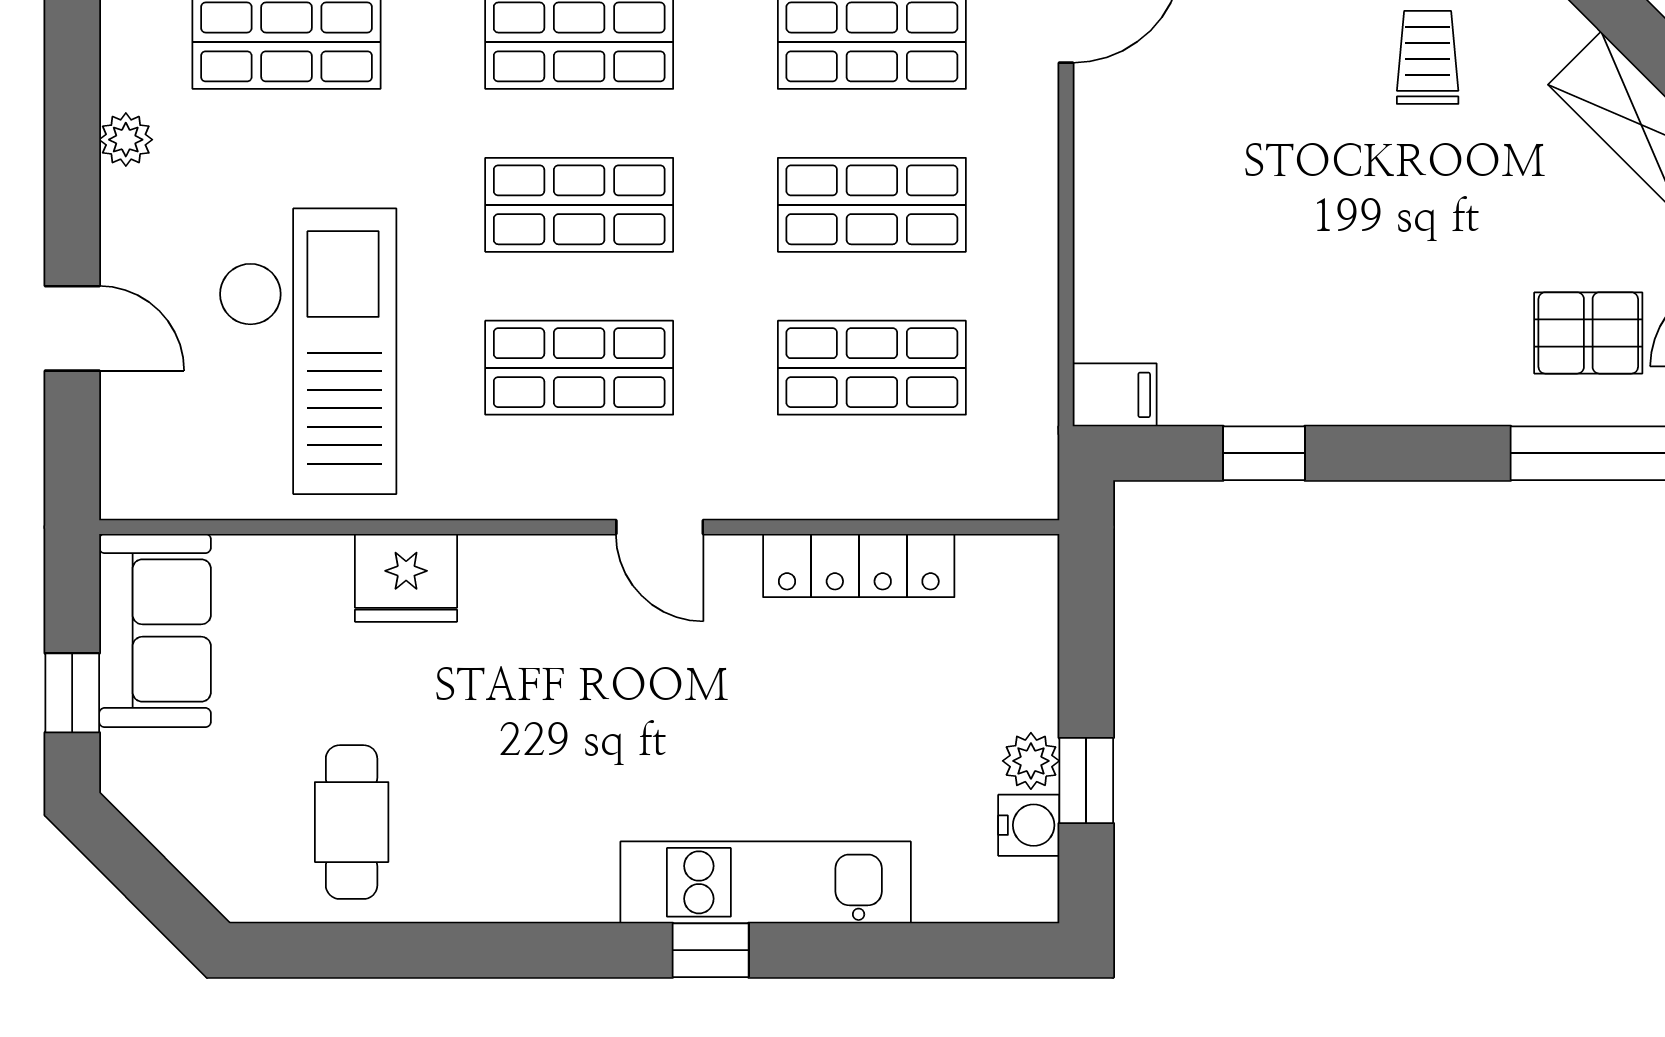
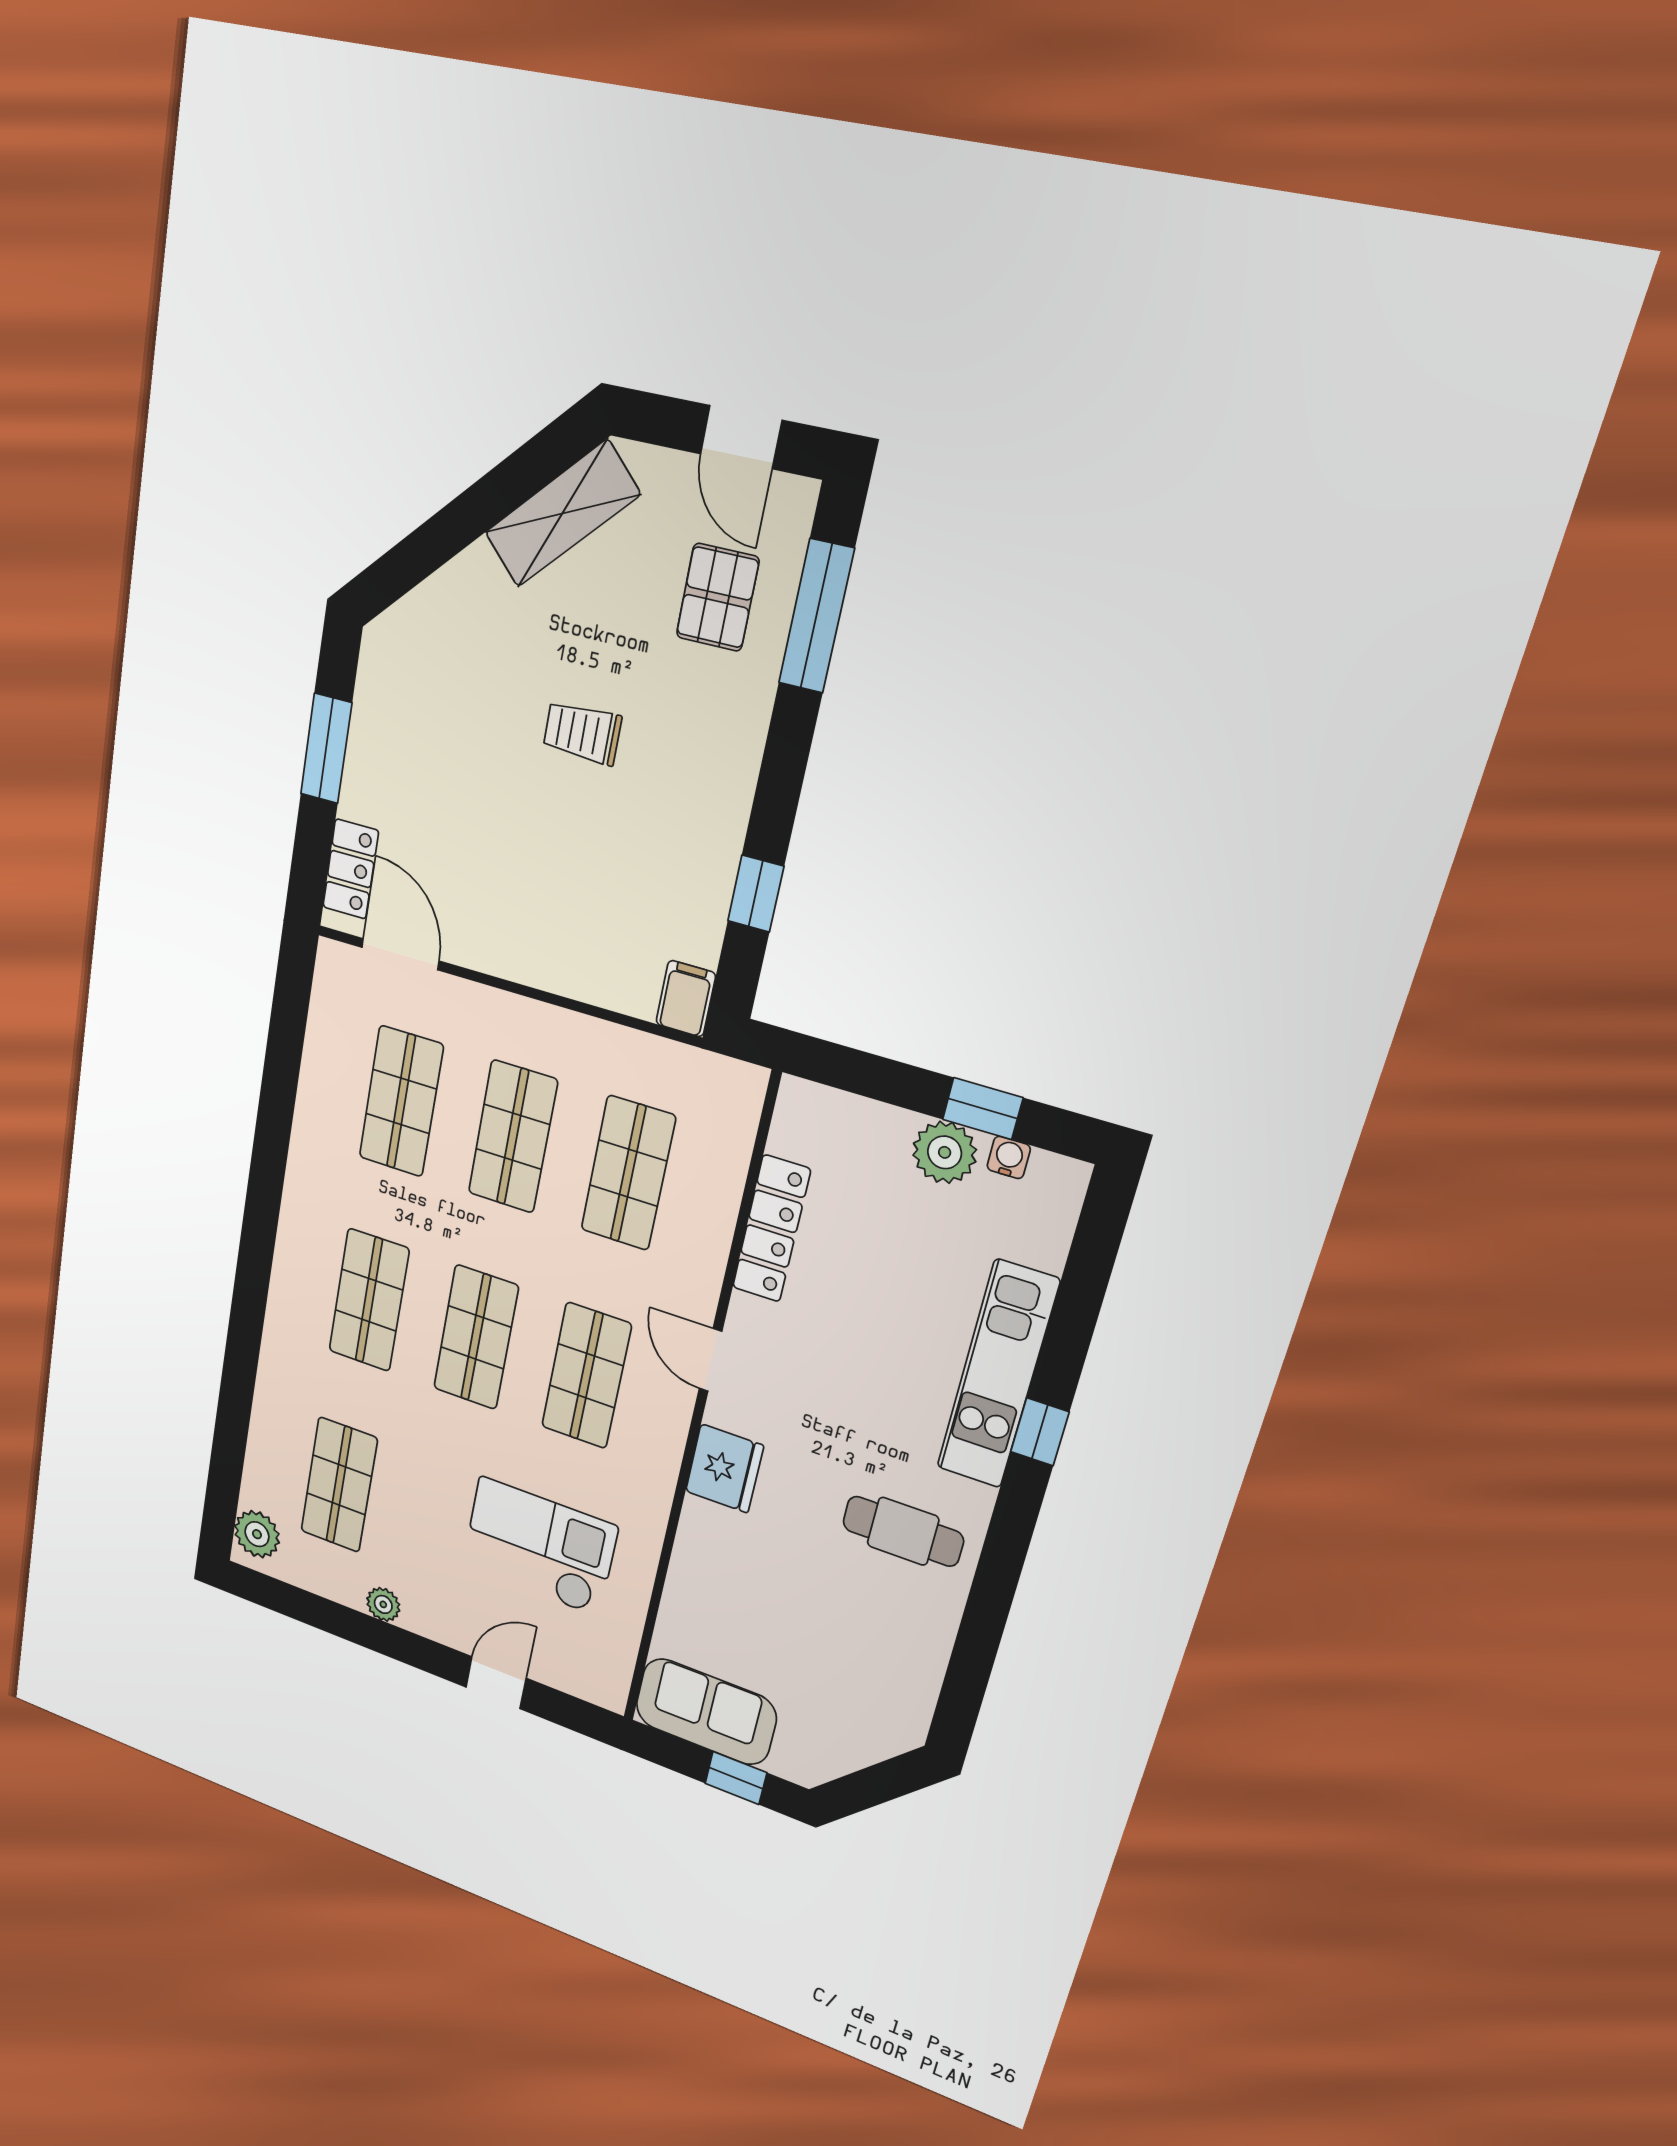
trolley: (1428, 57) -> (582, 733), moved
checkout: (307, 351) -> (539, 1546), width x0.73, depth x0.83
door: (660, 527) -> (710, 1360), swing flipped
fridge: (406, 578) -> (724, 1468), moved
plant: (1031, 761) -> (945, 1152), width x1.38, depth x1.38
cafe table: (352, 822) -> (903, 1531), moved
water cooler: (1029, 825) -> (1009, 1157), width x0.72, depth x0.72

